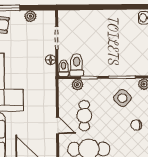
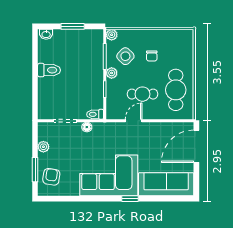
toilet: (77, 65) -> (49, 70), moved, turned 180
plant: (77, 85) -> (112, 73), moved
chair: (136, 125) -> (152, 56), moved
door: (58, 126) -> (134, 121), moved

